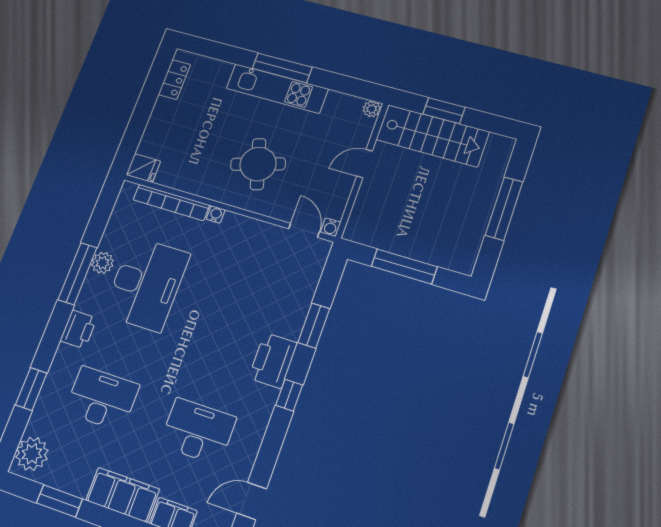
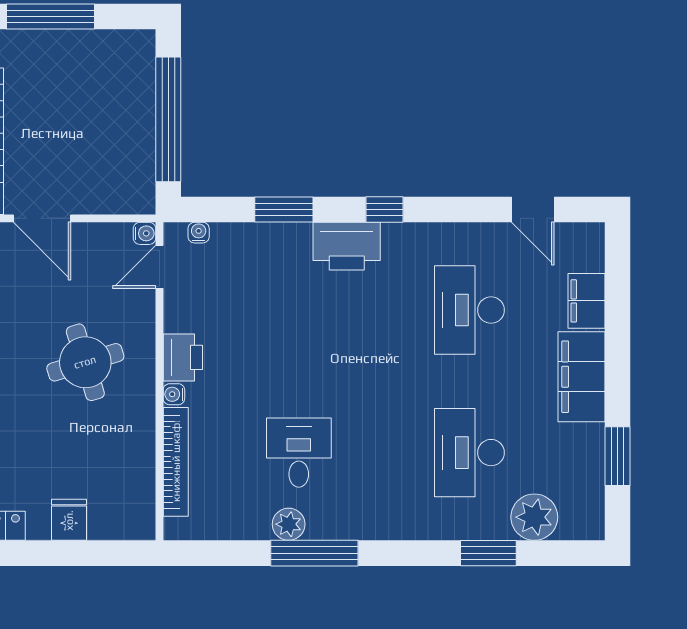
door: (364, 164) -> (42, 218), width x1.38
fridge: (143, 168) -> (69, 520), moved
water cooler: (318, 263) -> (199, 233), added
window: (404, 266) -> (168, 119), width x1.46
desk: (146, 284) -> (299, 453), width x0.53, depth x0.77
printer: (78, 329) -> (183, 357), moved, turned 90
plant: (32, 454) -> (534, 517), moved

